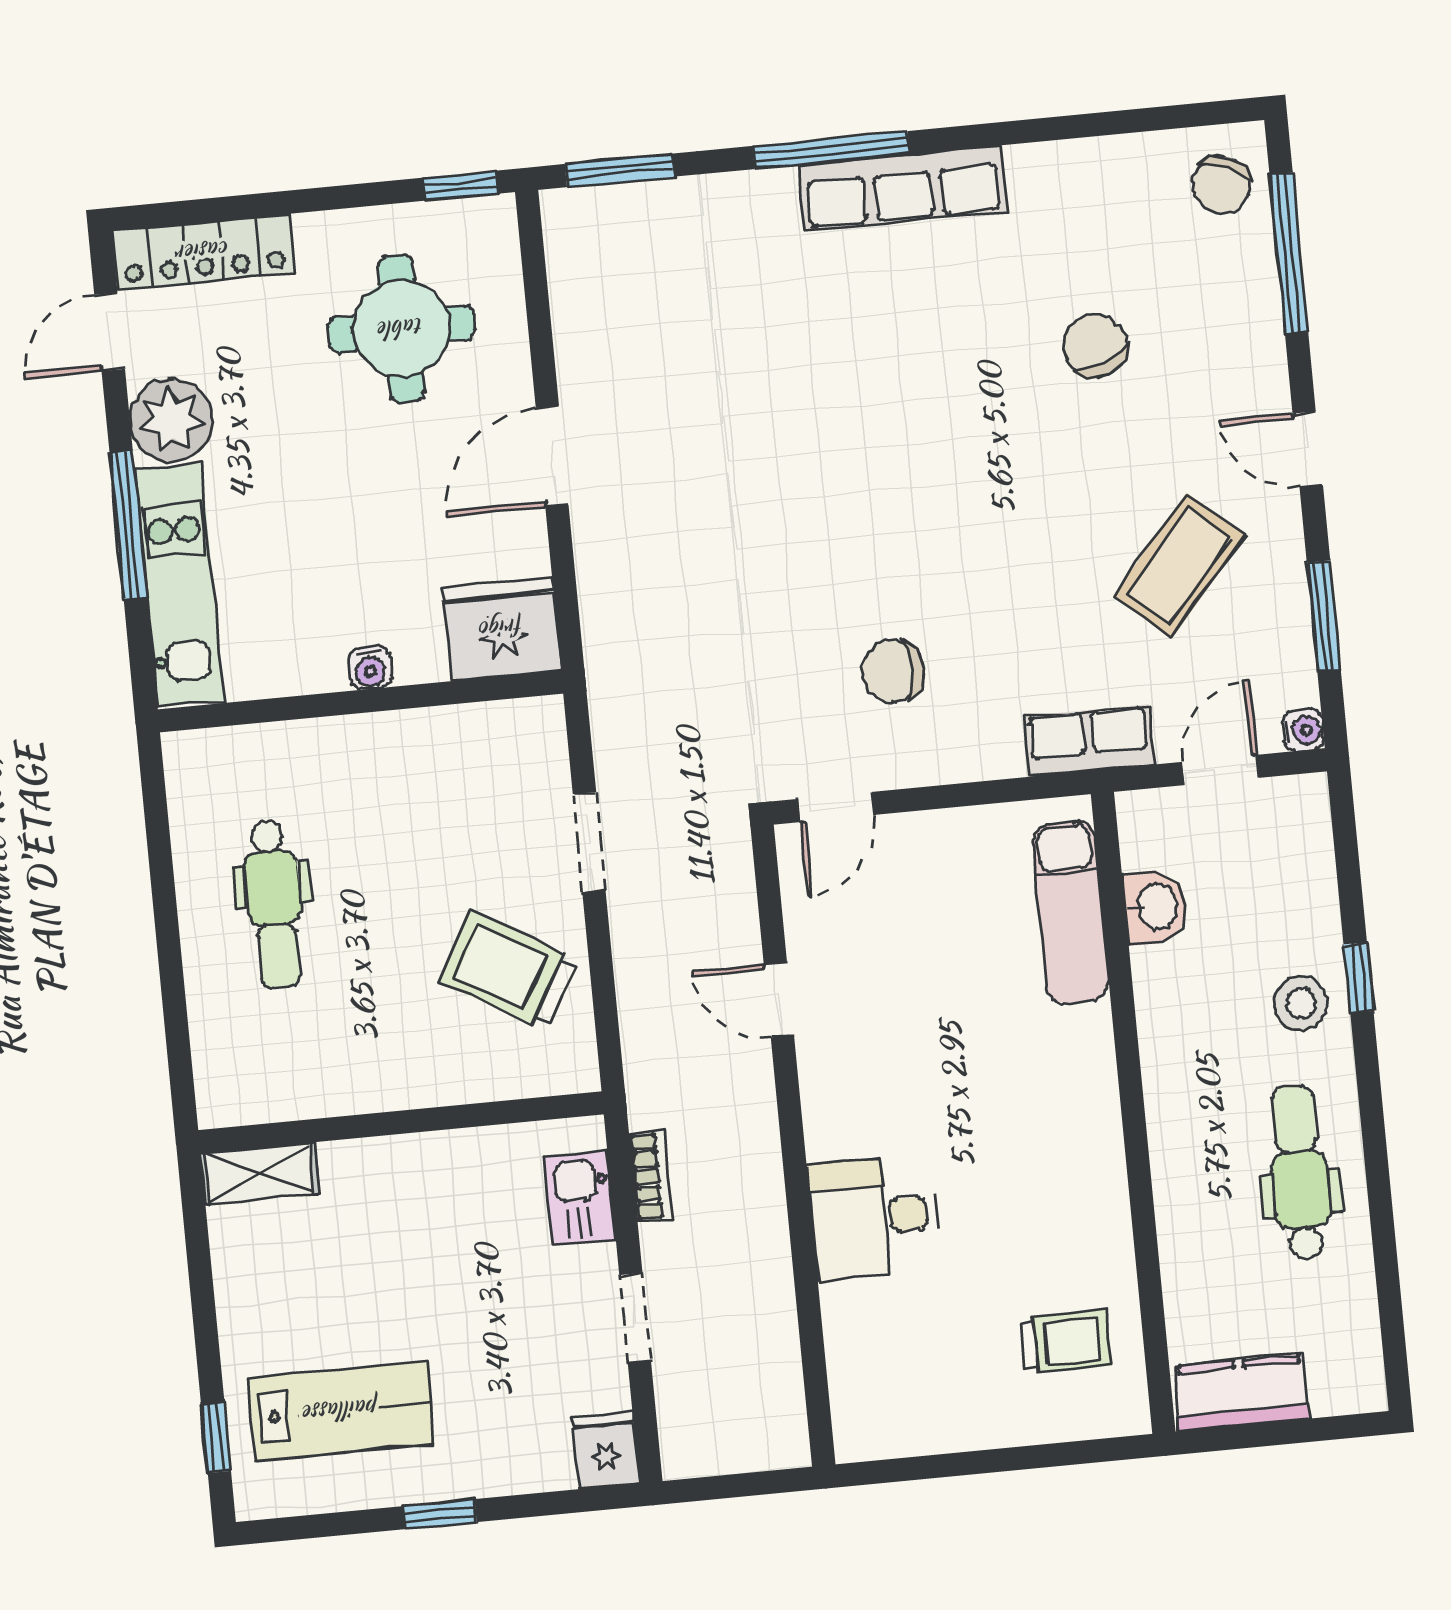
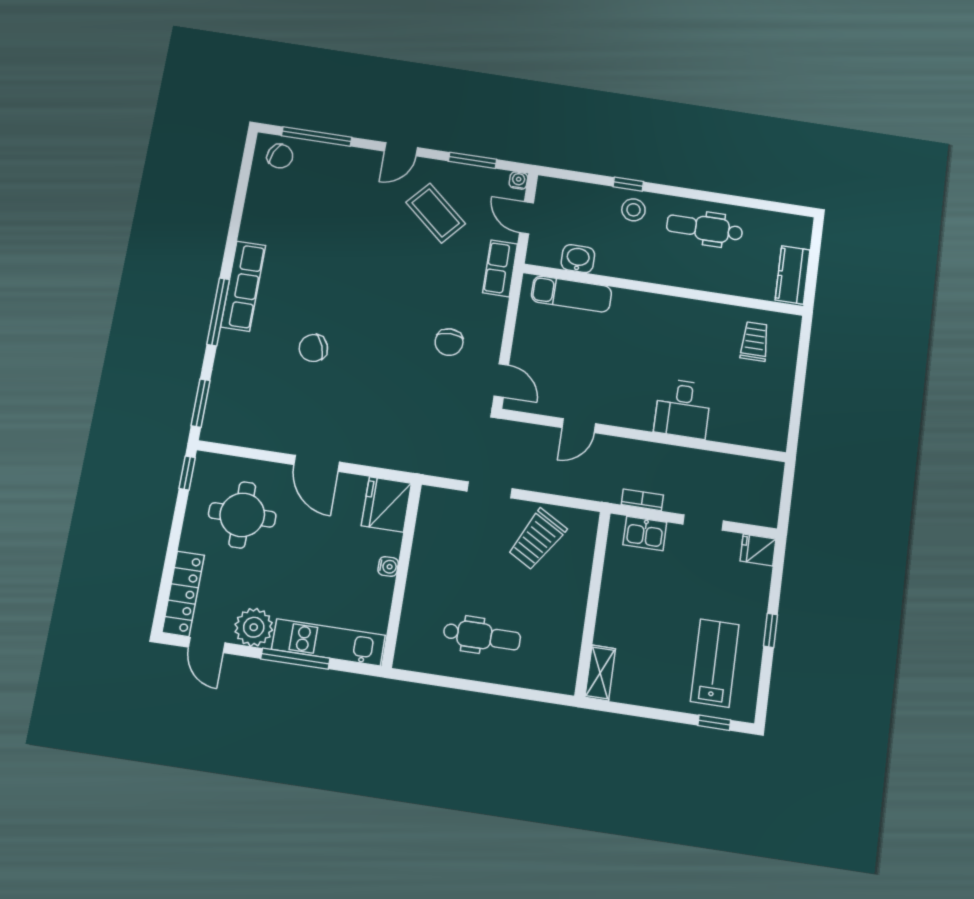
chair: (1095, 346) -> (313, 348), moved

